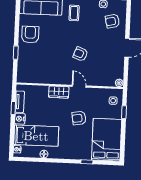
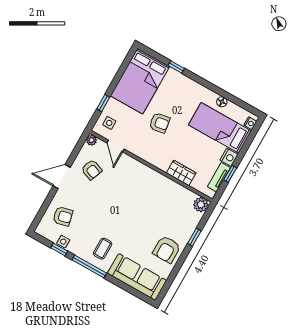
armchair: (80, 54) -> (92, 170), moved
plant: (23, 77) -> (201, 205), added
door: (79, 86) -> (116, 146), moved
wardrobe: (59, 92) -> (181, 173), moved

